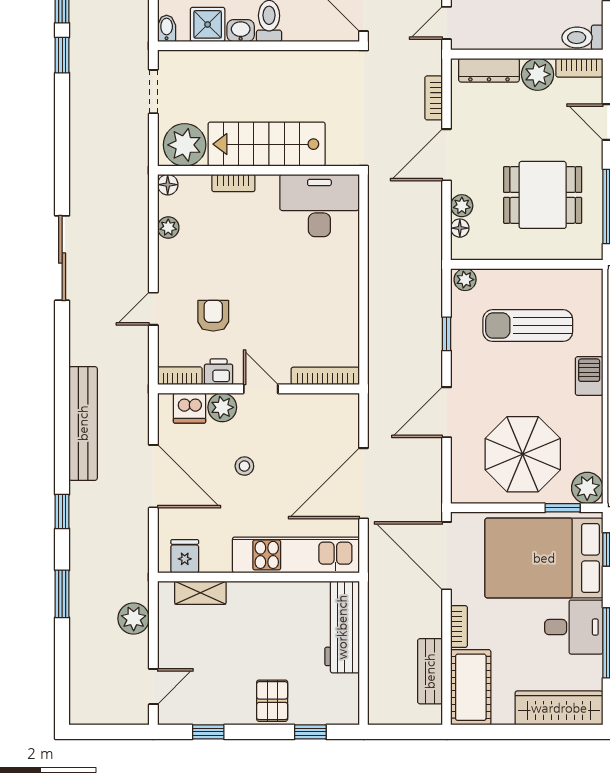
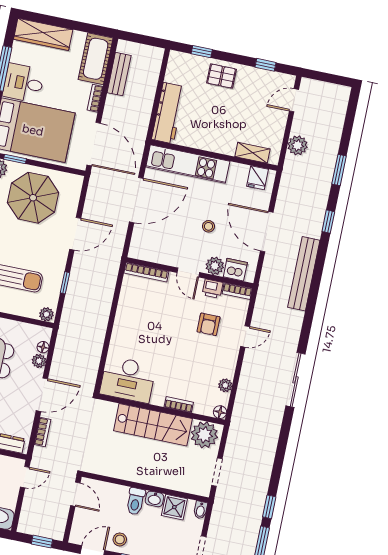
pallet: (272, 701) -> (222, 76), turned 90

